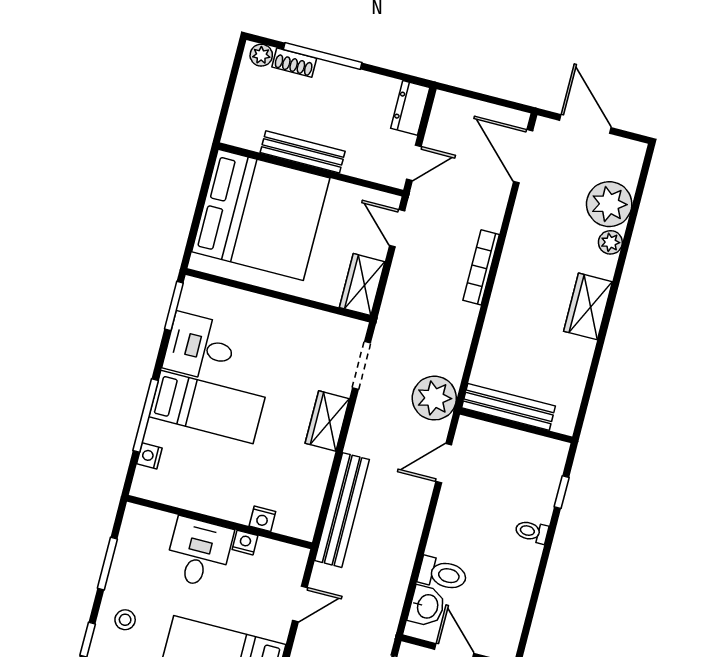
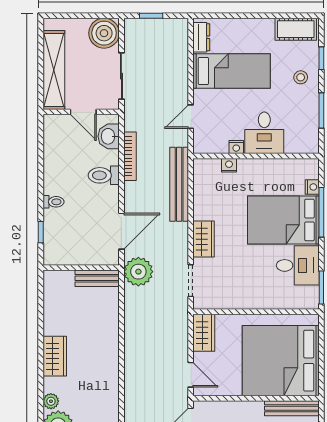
bench: (303, 152) -> (292, 408), moved
bookcase: (481, 267) -> (130, 156), moved
bed: (207, 407) -> (283, 220), width x1.50
bench: (509, 407) -> (97, 278), width x0.73
door: (444, 463) -> (121, 231), width x1.38
toilet: (443, 574) -> (104, 175), moved

